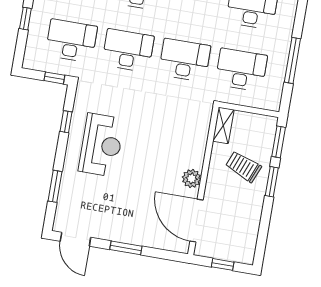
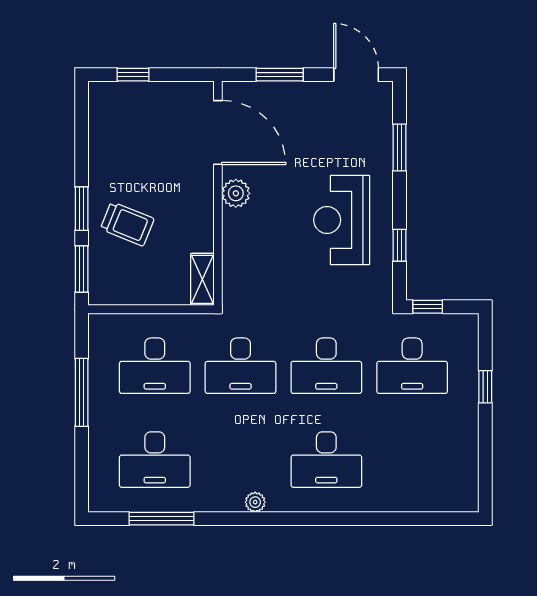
shelving: (223, 125) -> (202, 279), moved
plant: (192, 178) -> (236, 193), moved
wall: (203, 181) -> (218, 193), moved
door: (197, 221) -> (218, 132), moved

